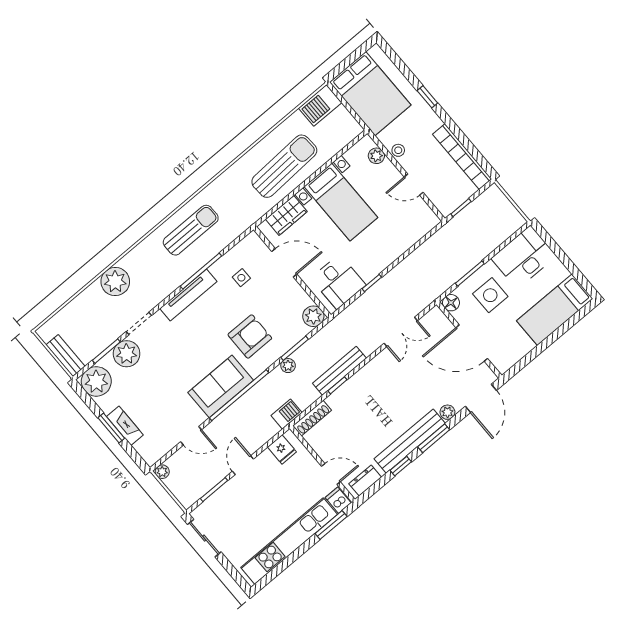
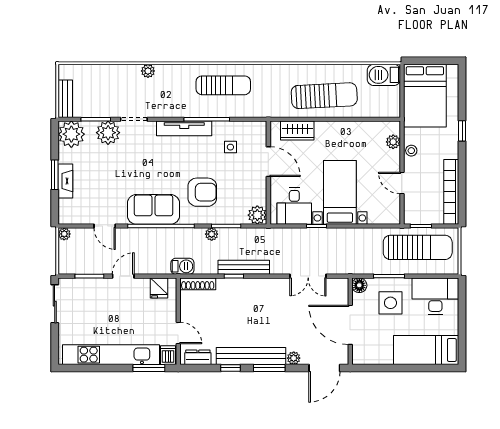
bed with nightstands: (341, 202) -> (340, 192), moved, turned 180
sun lounger: (474, 228) -> (418, 247), added
plant: (115, 282) -> (148, 71), width x0.53, depth x0.53

